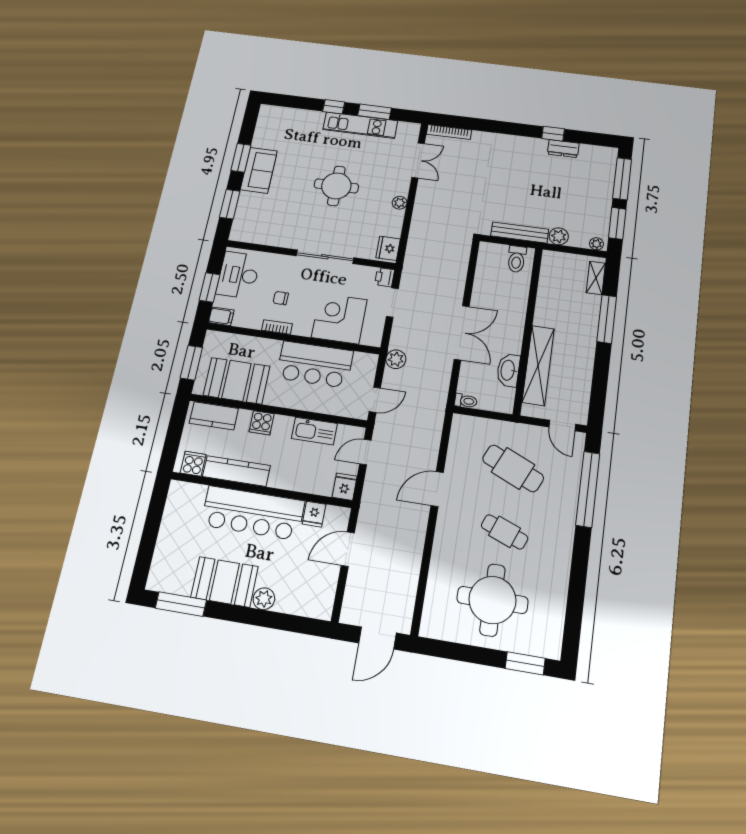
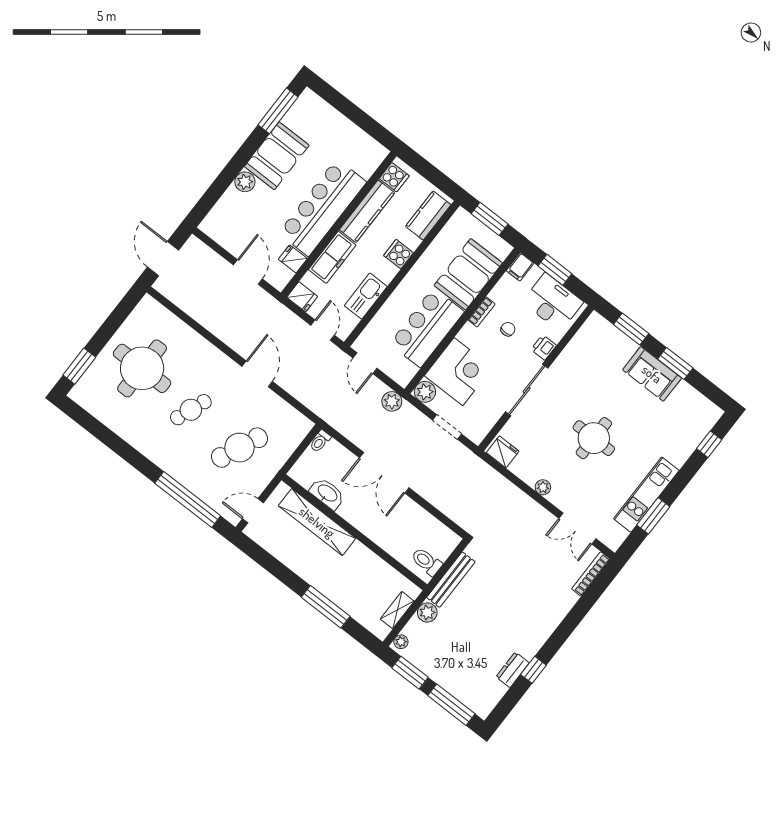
window: (334, 107) -> (709, 444), moved
printer: (385, 277) -> (544, 347), moved, turned -90
shelving: (596, 278) -> (397, 610), moved, turned 90
plant: (372, 336) -> (425, 392), added
booth: (237, 381) -> (468, 274), moved
freezer: (294, 479) -> (332, 257), added

